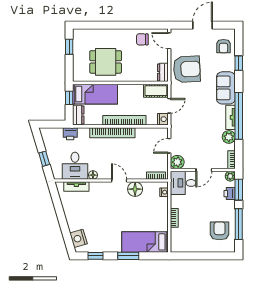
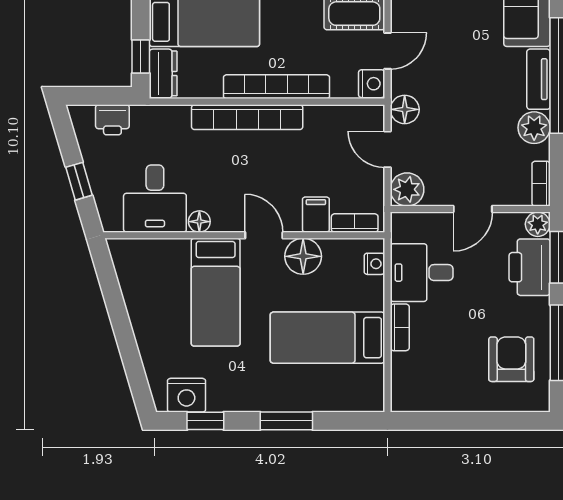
window: (69, 98) -> (141, 56), moved
floor lamp: (176, 130) -> (405, 109), added
printer: (70, 134) -> (112, 120), moved
door: (169, 146) -> (387, 149), hinge flipped
filing cabinet: (140, 172) -> (316, 215), added
desk: (183, 183) -> (422, 273), moved
tv unit: (76, 187) -> (158, 250), removed
printer: (230, 194) -> (530, 267), width x1.87, depth x1.48
bed: (100, 204) -> (216, 292), added
nightstand: (79, 238) -> (186, 395), moved, turned -74
bed: (145, 242) -> (327, 338), moved

